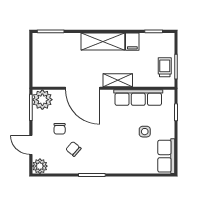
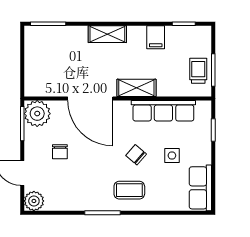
shelving: (103, 41) -> (107, 34), width x0.67, depth x0.75
chair: (73, 149) -> (136, 155), moved
coffee table: (112, 158) -> (129, 190), added

